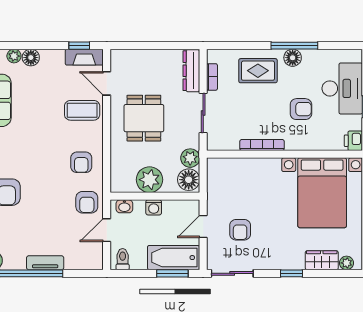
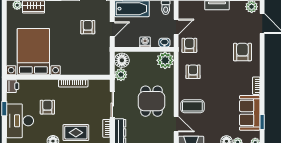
armchair: (301, 109) -> (47, 107), turned 90
plant: (149, 180) -> (165, 60), moved

